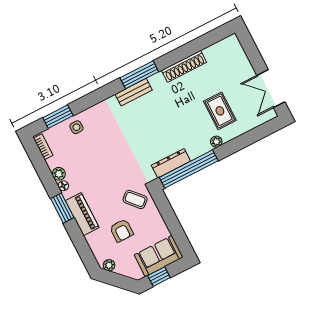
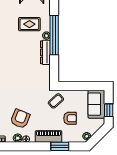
dresser: (171, 163) -> (45, 52), moved
armchair: (86, 164) -> (20, 119), added
window: (189, 169) -> (54, 35), moved
window: (62, 208) -> (60, 146), moved

